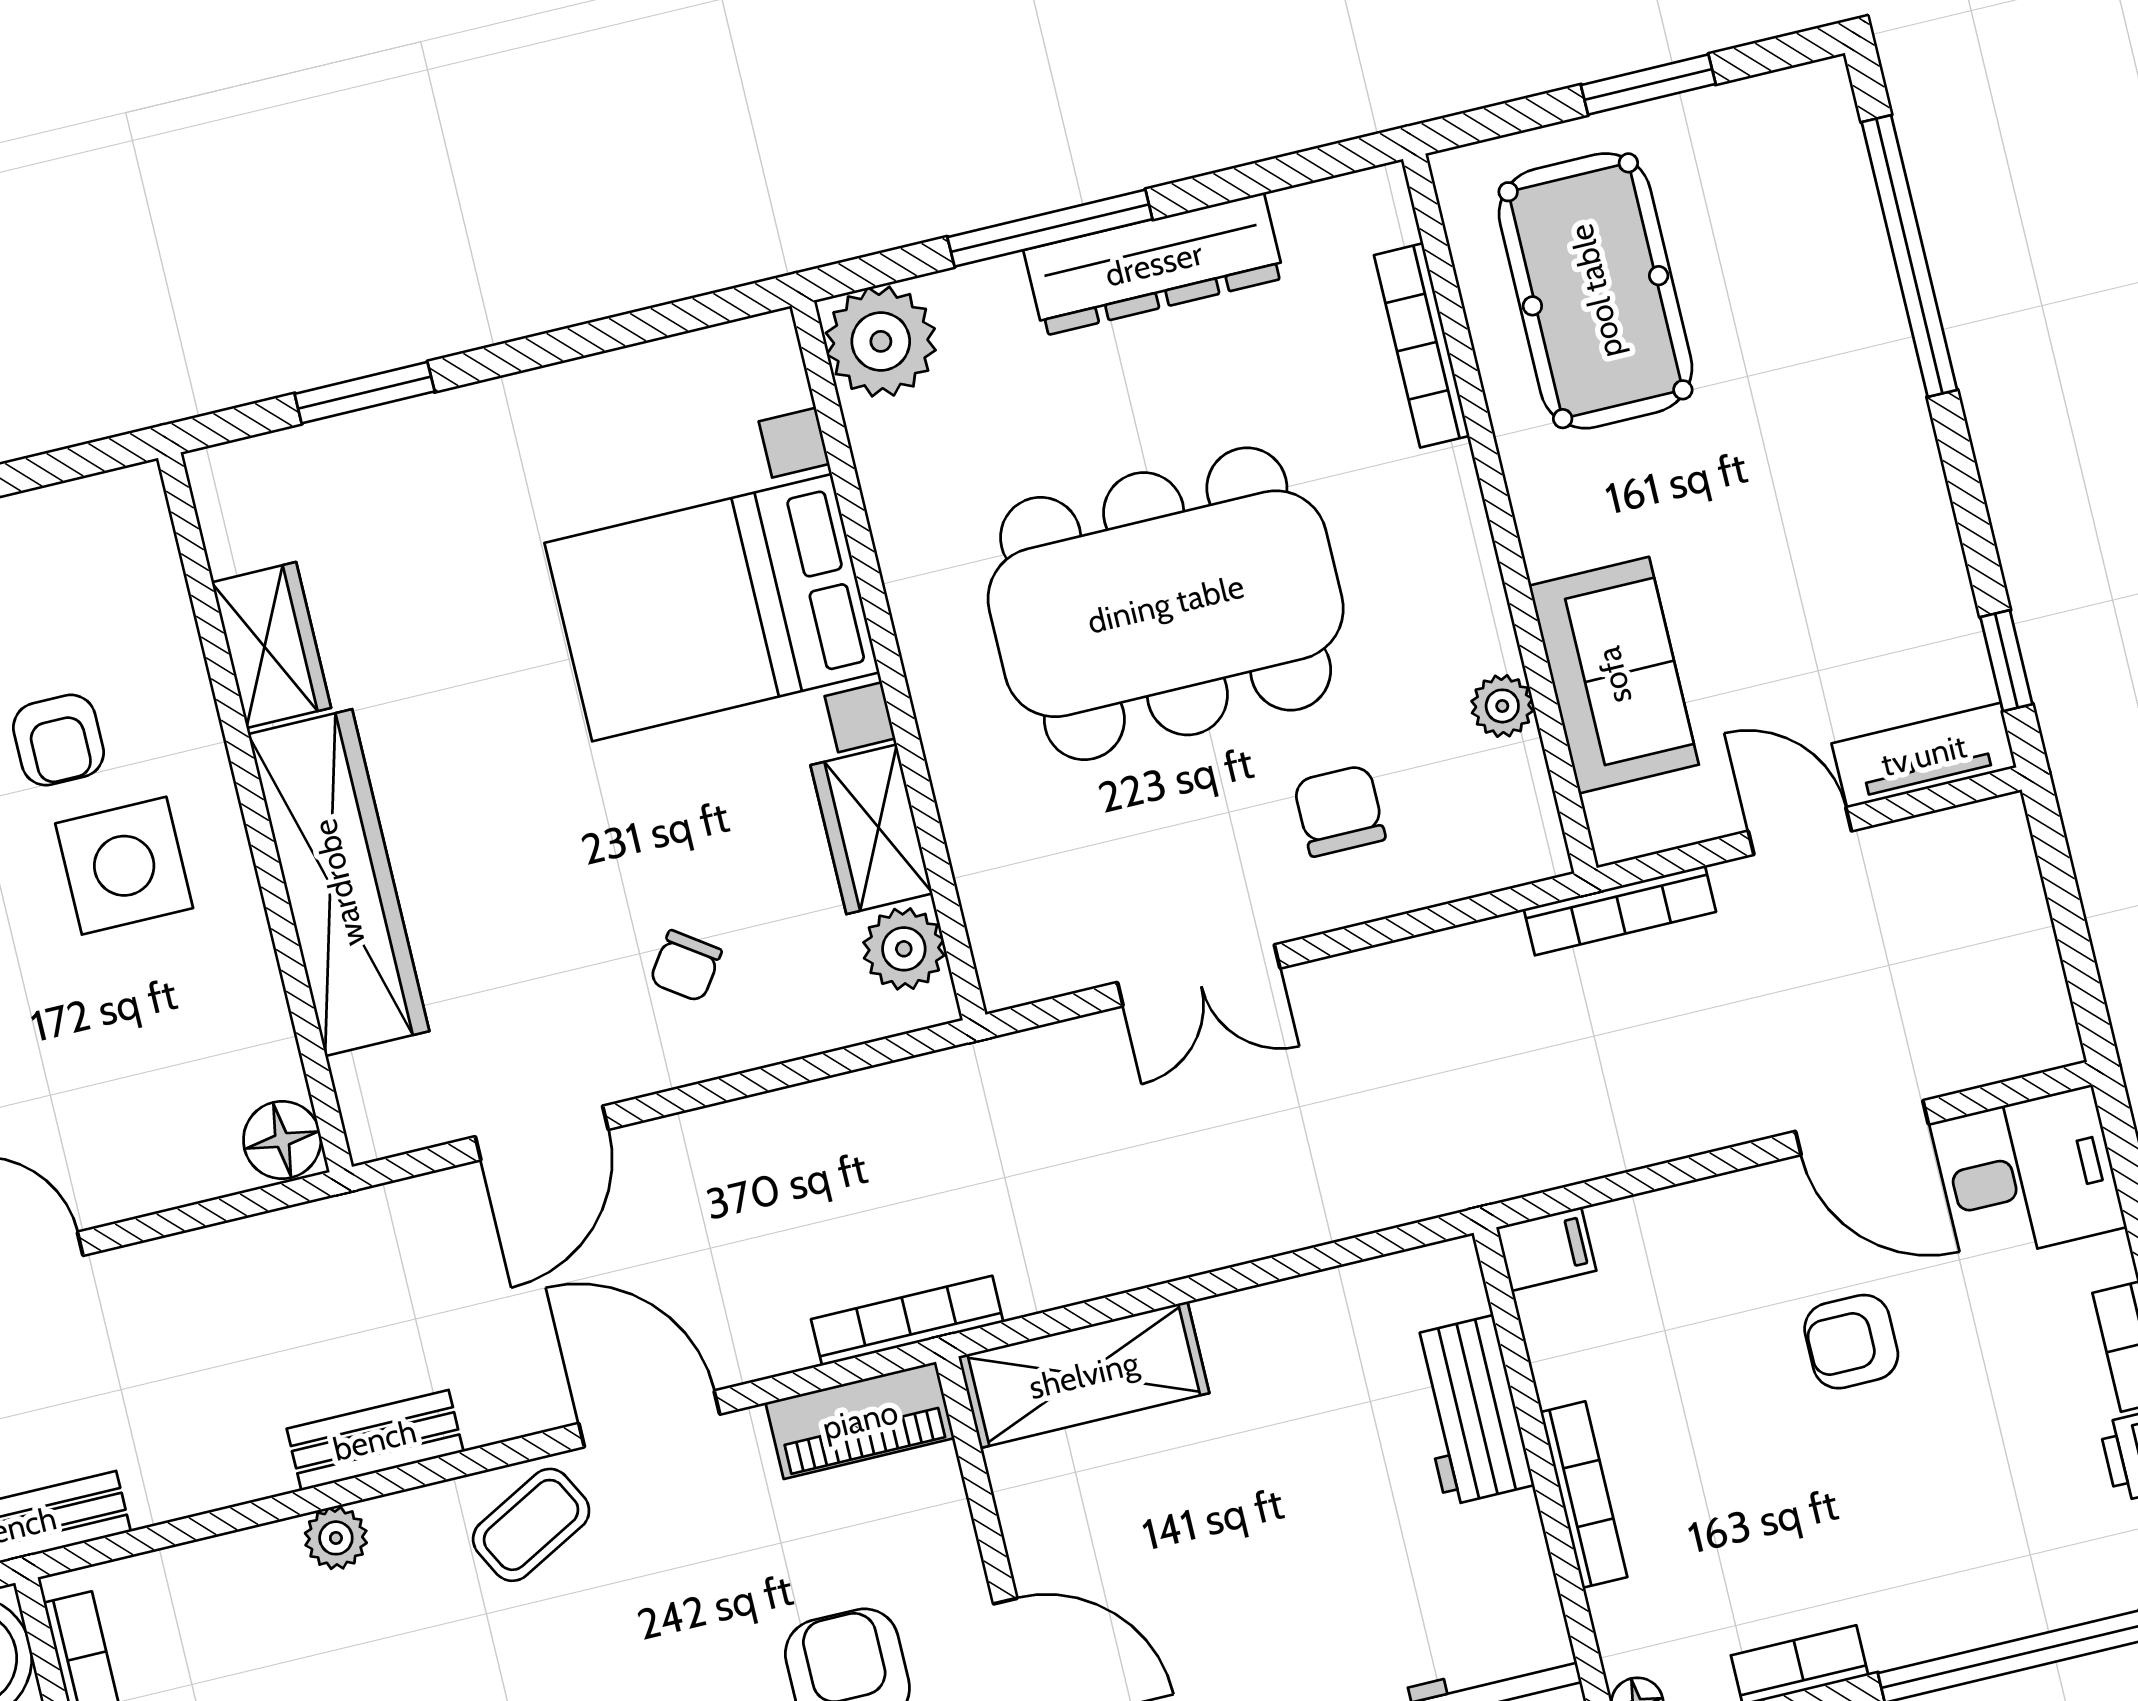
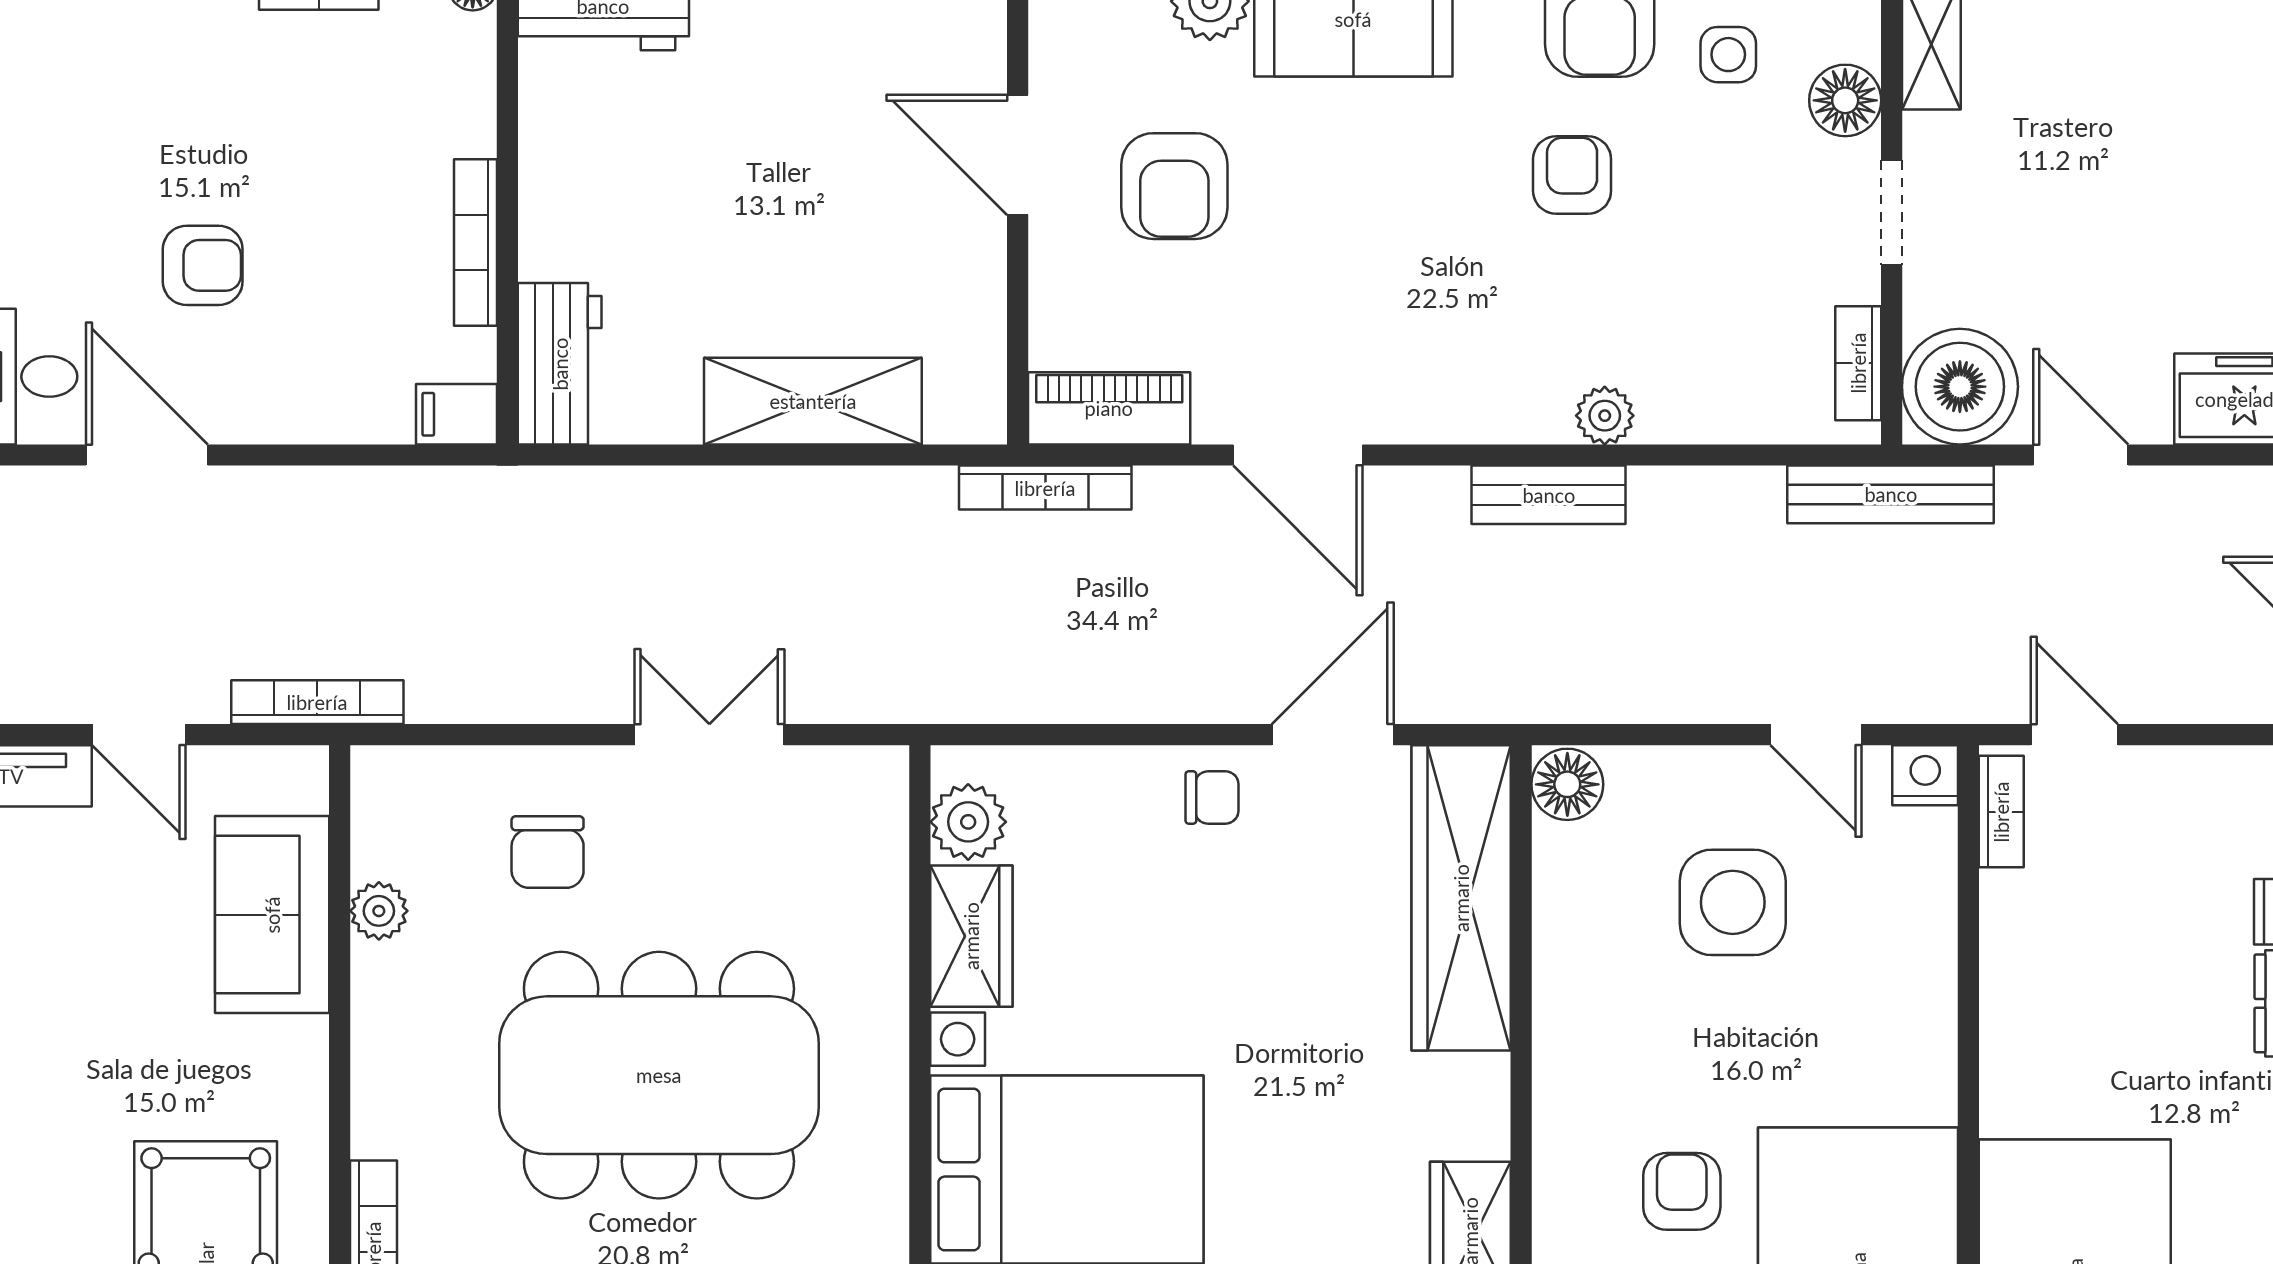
side table: (124, 866) -> (1733, 902), moved
wardrobe: (339, 883) -> (1461, 898), moved
chair: (686, 966) -> (1212, 797), moved, turned 55
shelving: (1084, 1375) -> (813, 401), moved
workbench: (1470, 1411) -> (560, 364), moved
bookcase: (1584, 1495) -> (476, 242), moved
coffee table: (531, 1525) -> (1427, 385), removed

